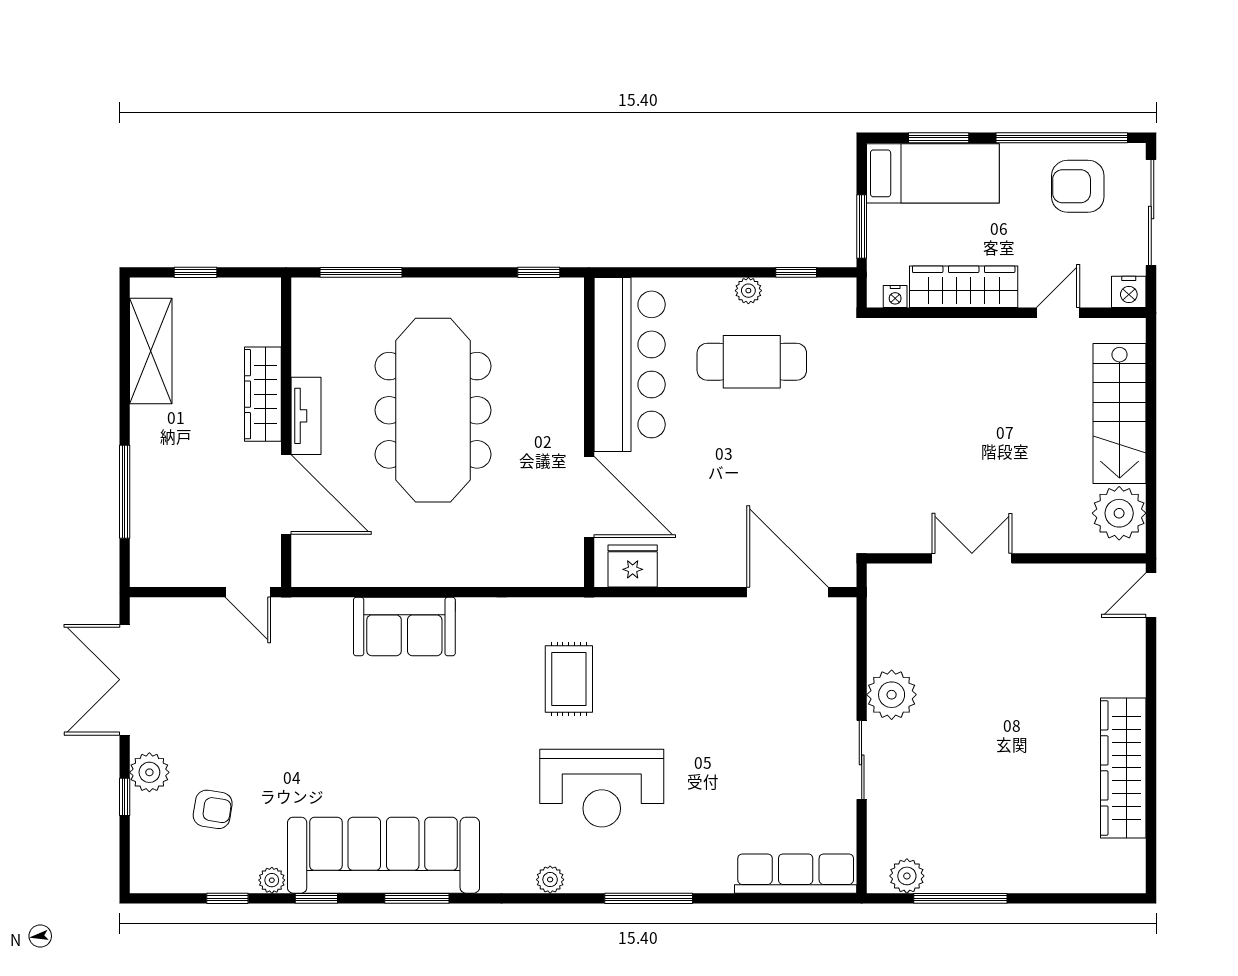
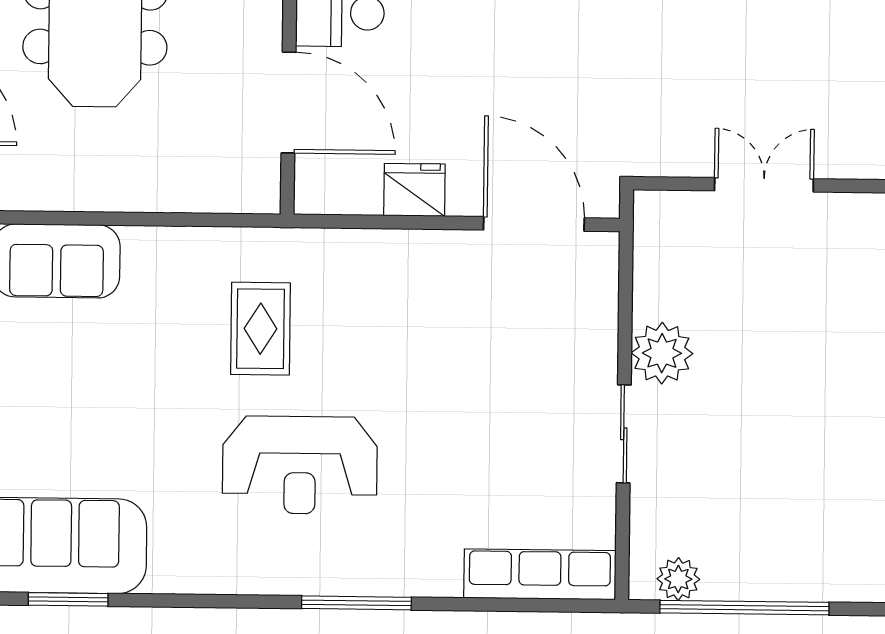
fridge: (633, 566) -> (414, 190), moved
plant: (550, 880) -> (234, 578), removed
window: (960, 898) -> (744, 608), width x1.46

